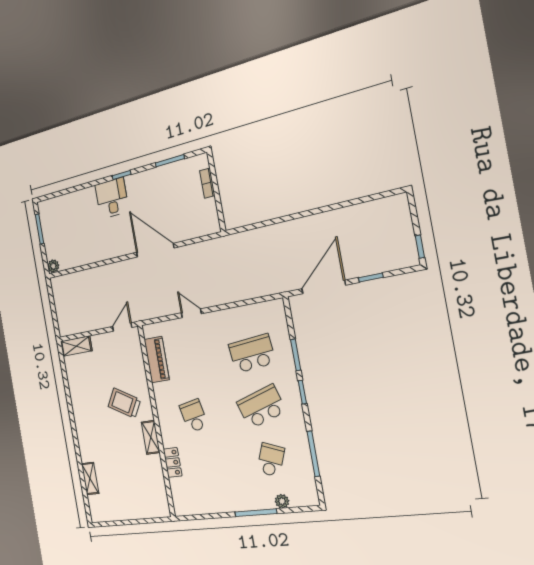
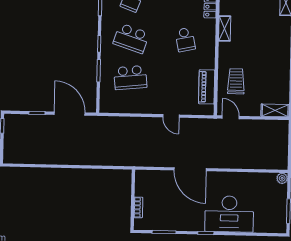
desk: (112, 198) -> (229, 214), width x1.87, depth x1.30
door: (324, 287) -> (70, 114), swing flipped
door: (122, 327) -> (231, 117), swing flipped
trolley: (124, 403) -> (236, 81), moved, turned -120
school desk: (261, 407) -> (131, 38), turned 36

